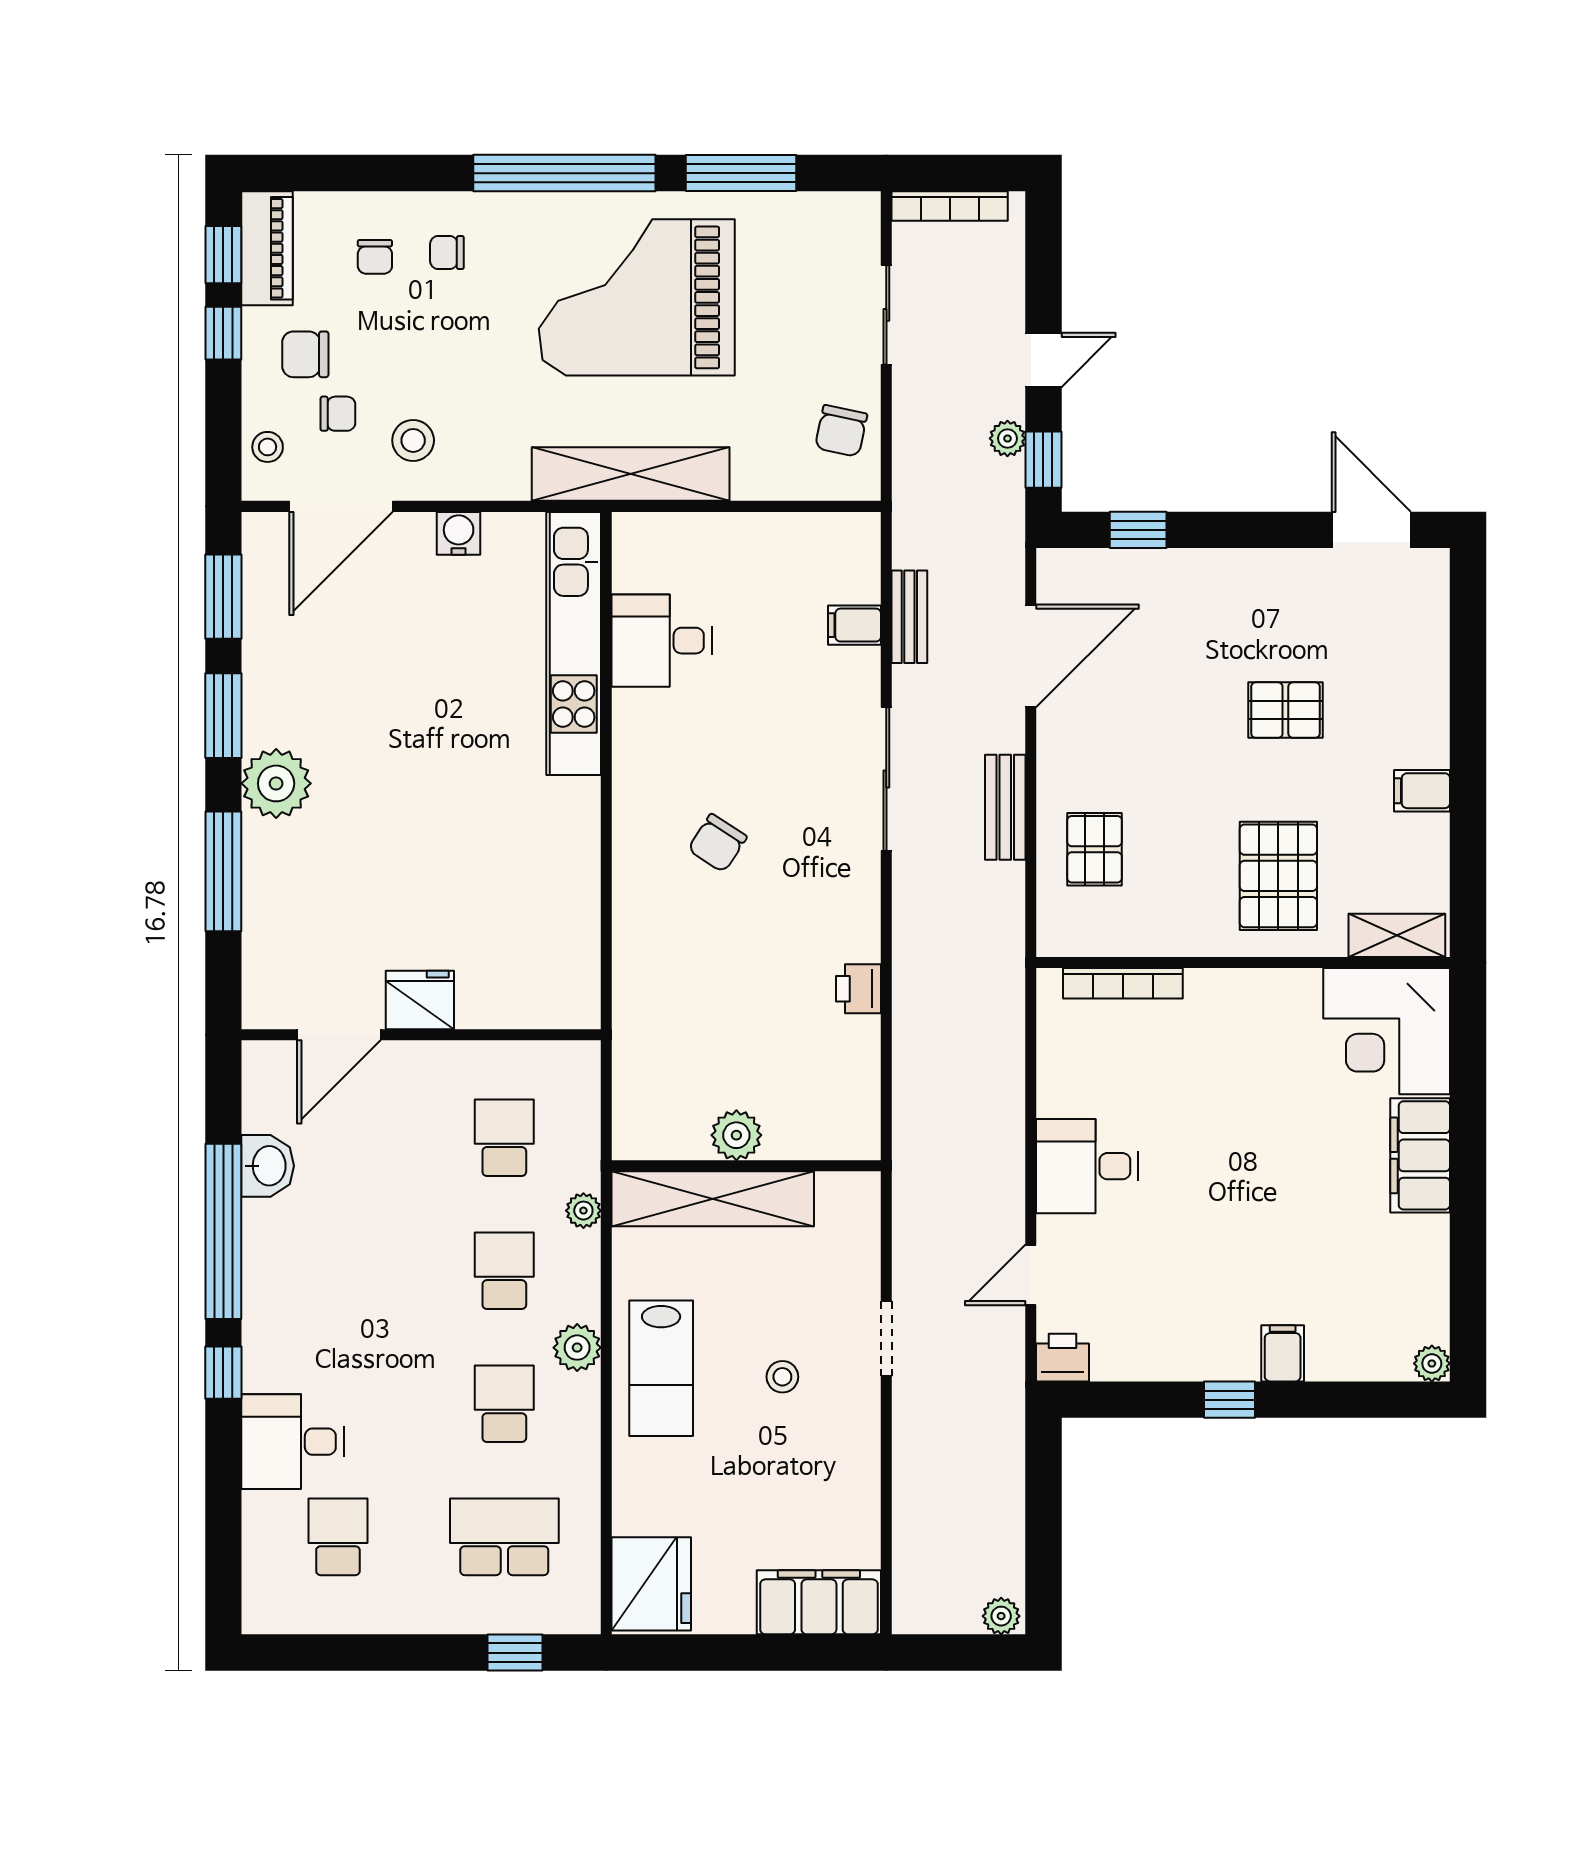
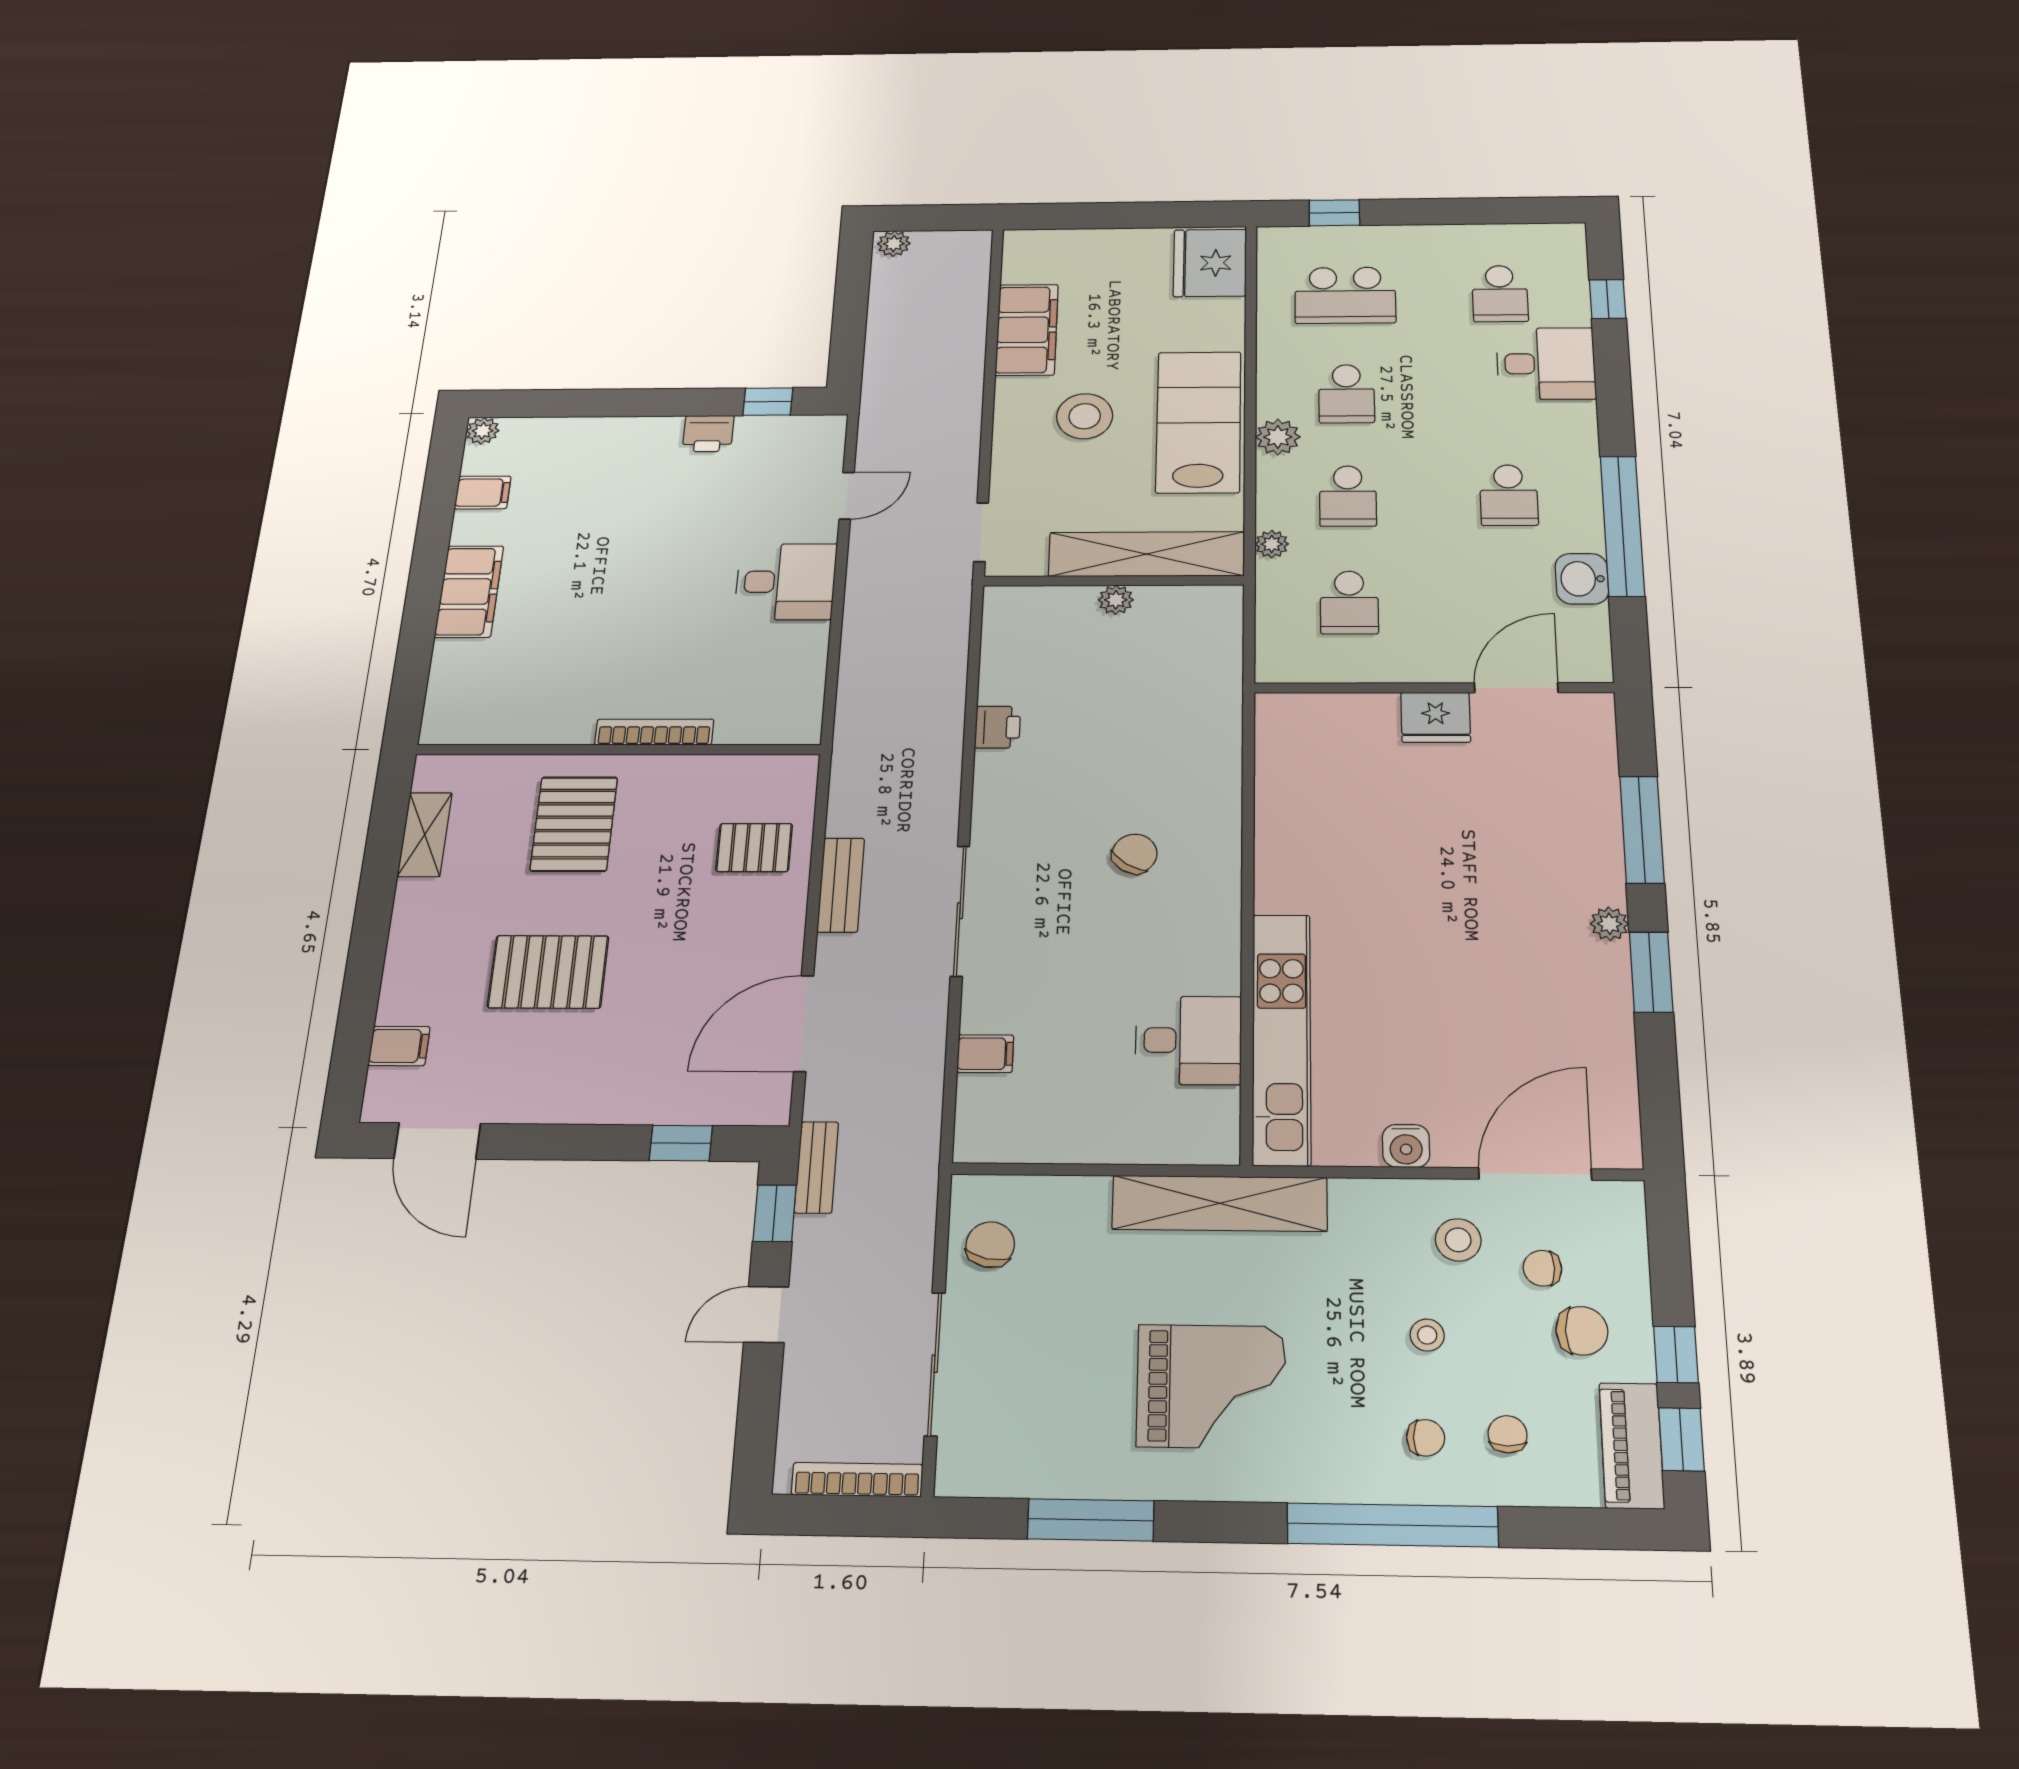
window: (564, 173) -> (1392, 1525), moved
grand piano: (637, 297) -> (1211, 1386), width x0.73, depth x0.68
sliding door: (886, 315) -> (935, 1364), width x1.37
plant: (1007, 438) -> (811, 1235), removed
stool: (268, 447) -> (1427, 1335), moved
window: (223, 597) -> (1658, 1086), removed
bench: (909, 617) -> (816, 1167), moved
pallet: (1285, 710) -> (548, 972), width x1.50, depth x1.42
plant: (276, 783) -> (1609, 924), width x0.53, depth x0.53
filing cabinet: (1422, 791) -> (399, 1046), moved
pallet: (1095, 849) -> (754, 848), turned 90
shelving: (1397, 935) -> (425, 834), moved, turned 90
bookcase: (1123, 983) -> (654, 732), moved
corner desk: (1387, 1031) -> (486, 692), removed
plant: (736, 1135) -> (1116, 600), width x0.73, depth x0.73
school desk: (338, 1271) -> (1509, 495), added
doorway: (886, 1339) -> (981, 532), moved
filing cabinet: (1283, 1353) -> (483, 493), moved, turned -90
printer: (1063, 1358) -> (708, 434), moved
lab bench: (661, 1368) -> (1199, 422), width x1.36, depth x1.39
window: (223, 1373) -> (1608, 299), moved
stool: (782, 1377) -> (1085, 416), width x1.89, depth x1.89
window: (1230, 1400) -> (768, 402), moved
filing cabinet: (819, 1602) -> (1027, 330), moved, turned -90

